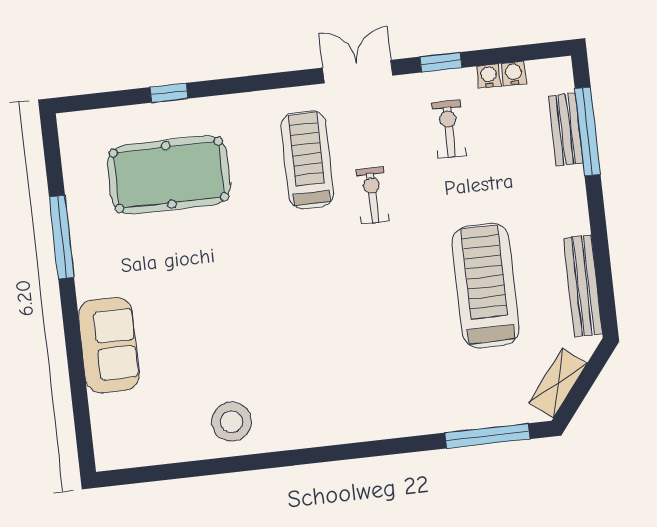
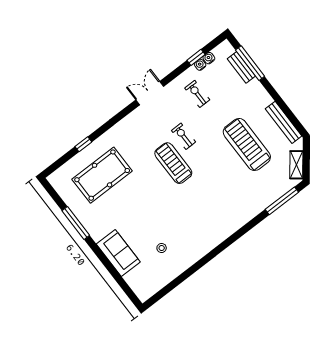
window: (441, 62) -> (196, 57), moved
treadmill: (307, 160) -> (173, 163), moved
stool: (232, 422) -> (162, 248), moved, width x0.53, depth x0.53

